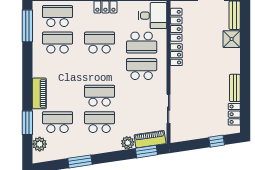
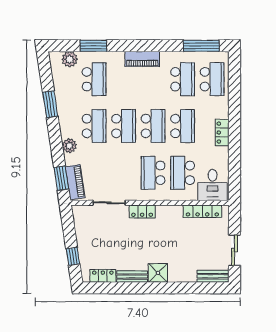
shower: (232, 39) -> (158, 273), moved
locker: (176, 55) -> (142, 211), moved
school desk: (100, 69) -> (153, 126), added
school desk: (142, 69) -> (153, 173), turned 180
piano: (39, 93) -> (142, 59), moved
plant: (128, 143) -> (69, 146), moved

